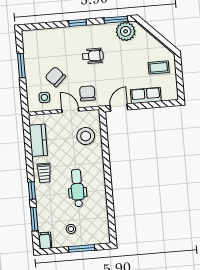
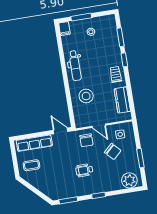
plant: (126, 31) -> (129, 180), moved
row of seats: (146, 95) -> (34, 143), width x1.48
door: (119, 108) -> (61, 131), swing flipped
stool: (86, 136) -> (86, 96), moved
dental chair: (77, 188) -> (75, 66), moved
filing cabinet: (45, 241) -> (64, 29), moved

